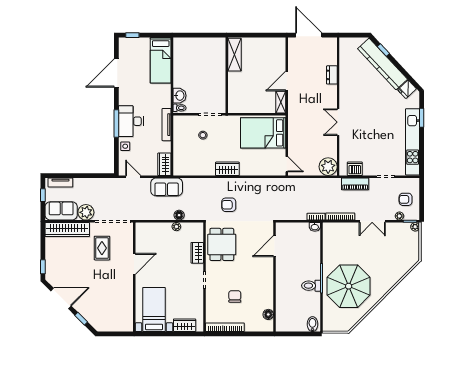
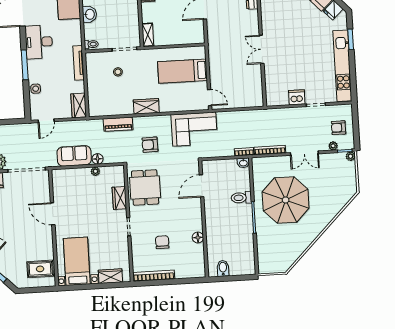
washbasin: (180, 96) -> (89, 14), moved
shelving: (281, 102) -> (148, 35), moved
desk: (131, 121) -> (39, 42), moved
bed: (263, 133) -> (182, 71), width x0.67
plant: (328, 167) -> (254, 98), removed
dishwasher: (355, 169) -> (297, 97), moved
door: (133, 177) -> (46, 121), swing flipped
piano: (355, 184) -> (118, 124), moved
sofa: (167, 187) -> (74, 156), moved, turned 180
corner sofa: (271, 193) -> (194, 129), added
rug: (102, 248) -> (40, 269), moved, turned 90
door: (134, 264) -> (53, 214), swing flipped
toilet: (311, 286) -> (241, 198), moved
parasol: (349, 286) -> (286, 200), moved
floor lamp: (268, 314) -> (198, 237), moved
bidet: (312, 324) -> (223, 268), moved

